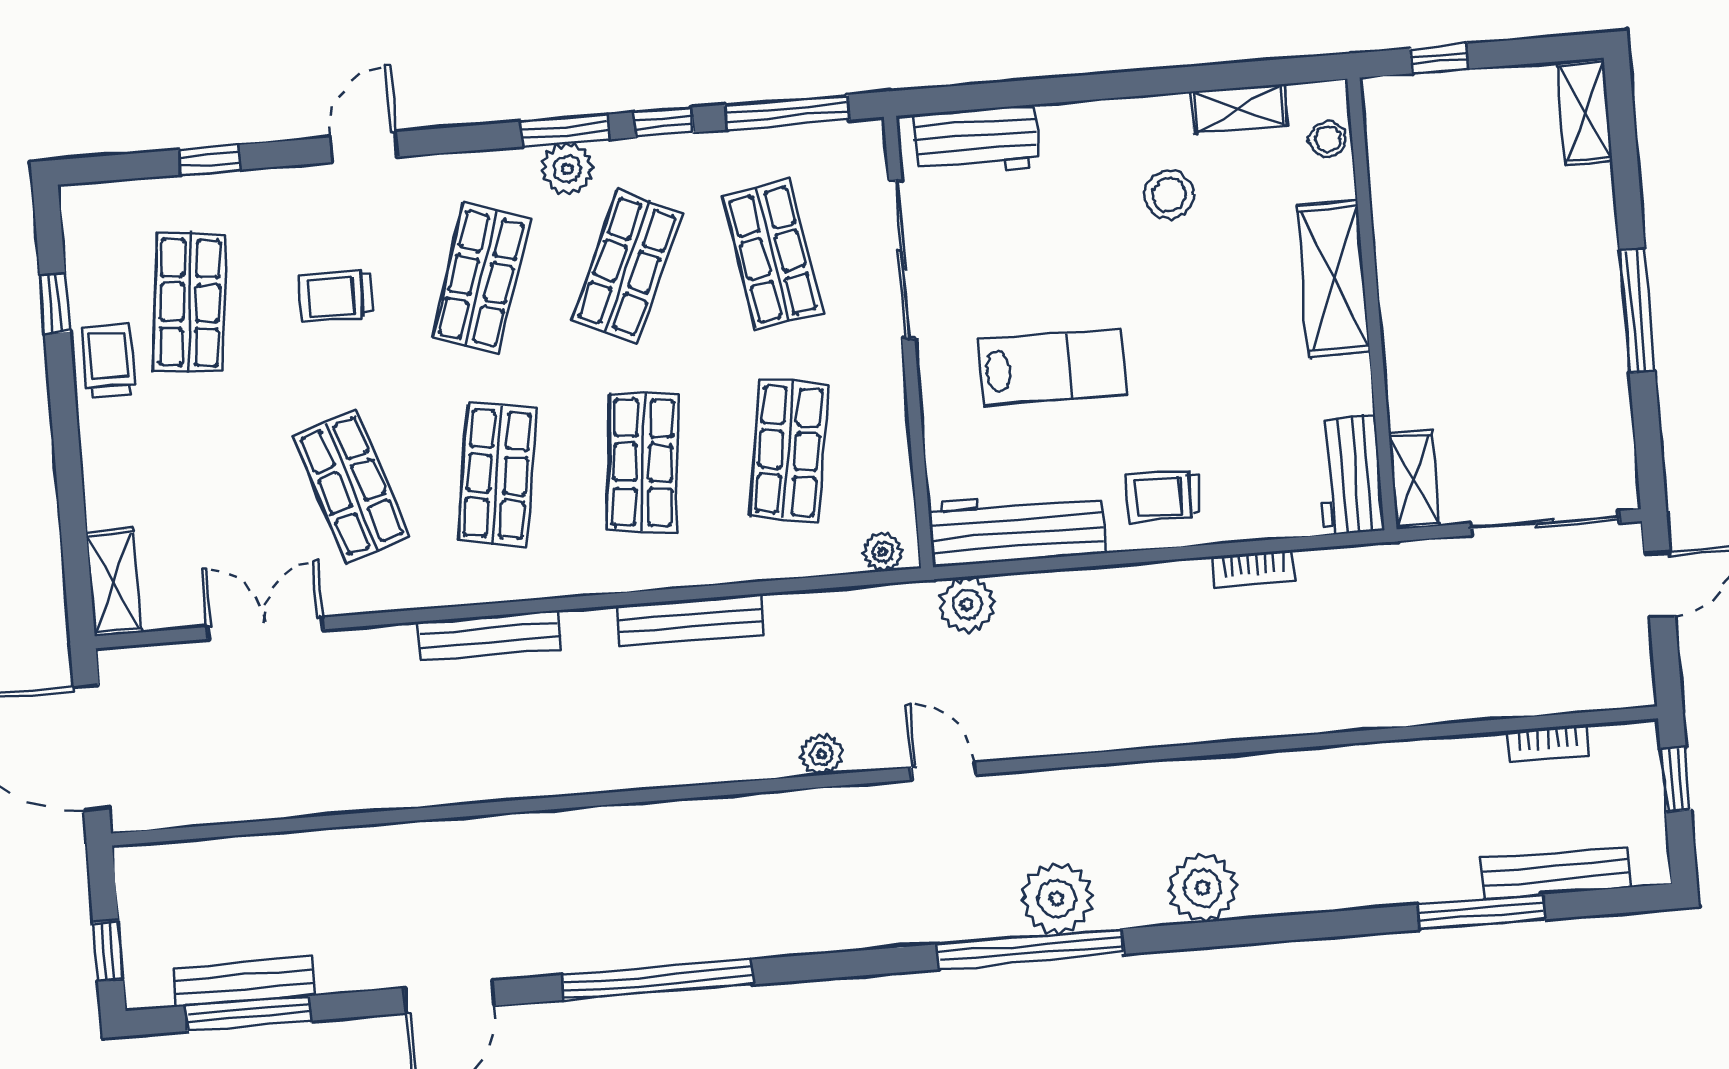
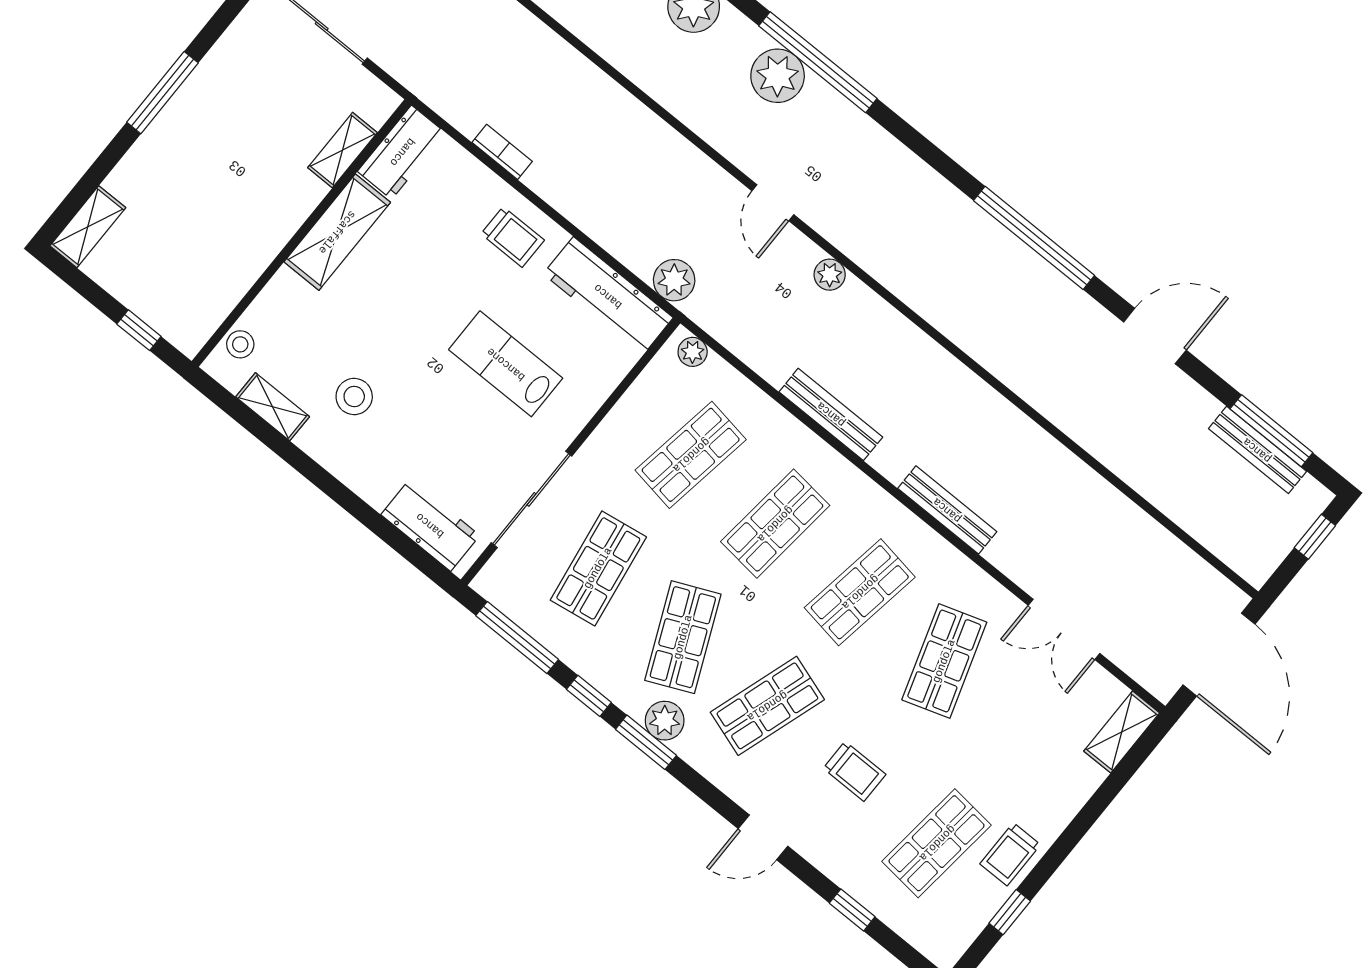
shop shelf: (627, 267) -> (683, 637), turned -48
shelving: (1333, 279) -> (337, 232), moved
shelving: (1414, 480) -> (342, 150), moved

